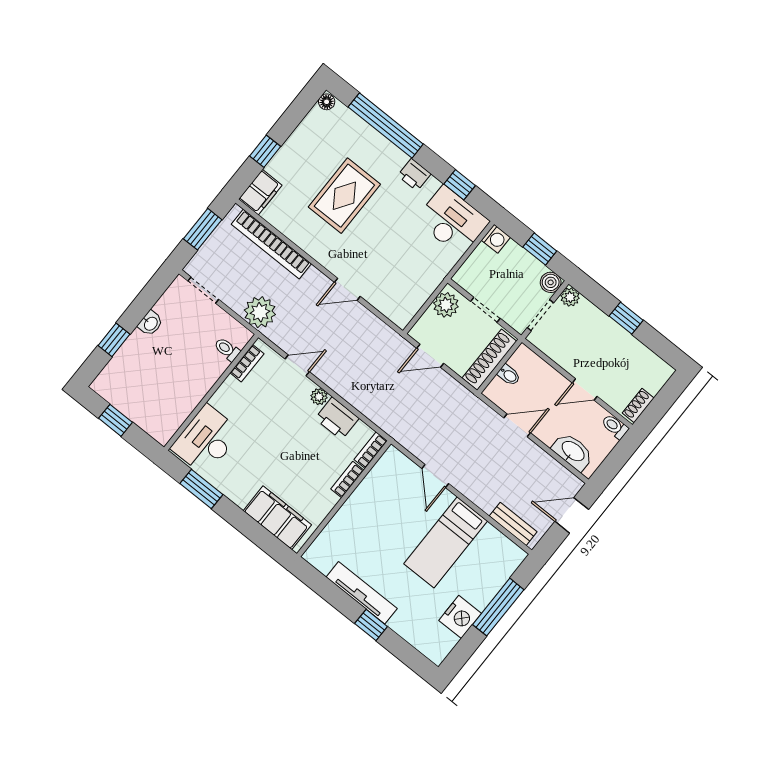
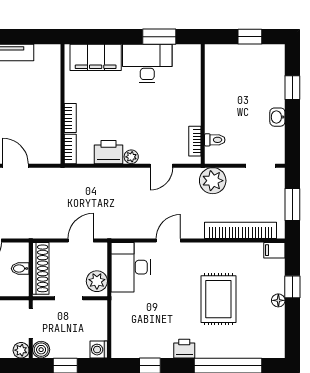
floor lamp: (327, 102) -> (278, 300), moved
filing cabinet: (260, 192) -> (274, 250), width x0.50
desk: (452, 221) -> (131, 267), moved, turned 90
desk: (206, 440) -> (147, 63), moved, turned -90

